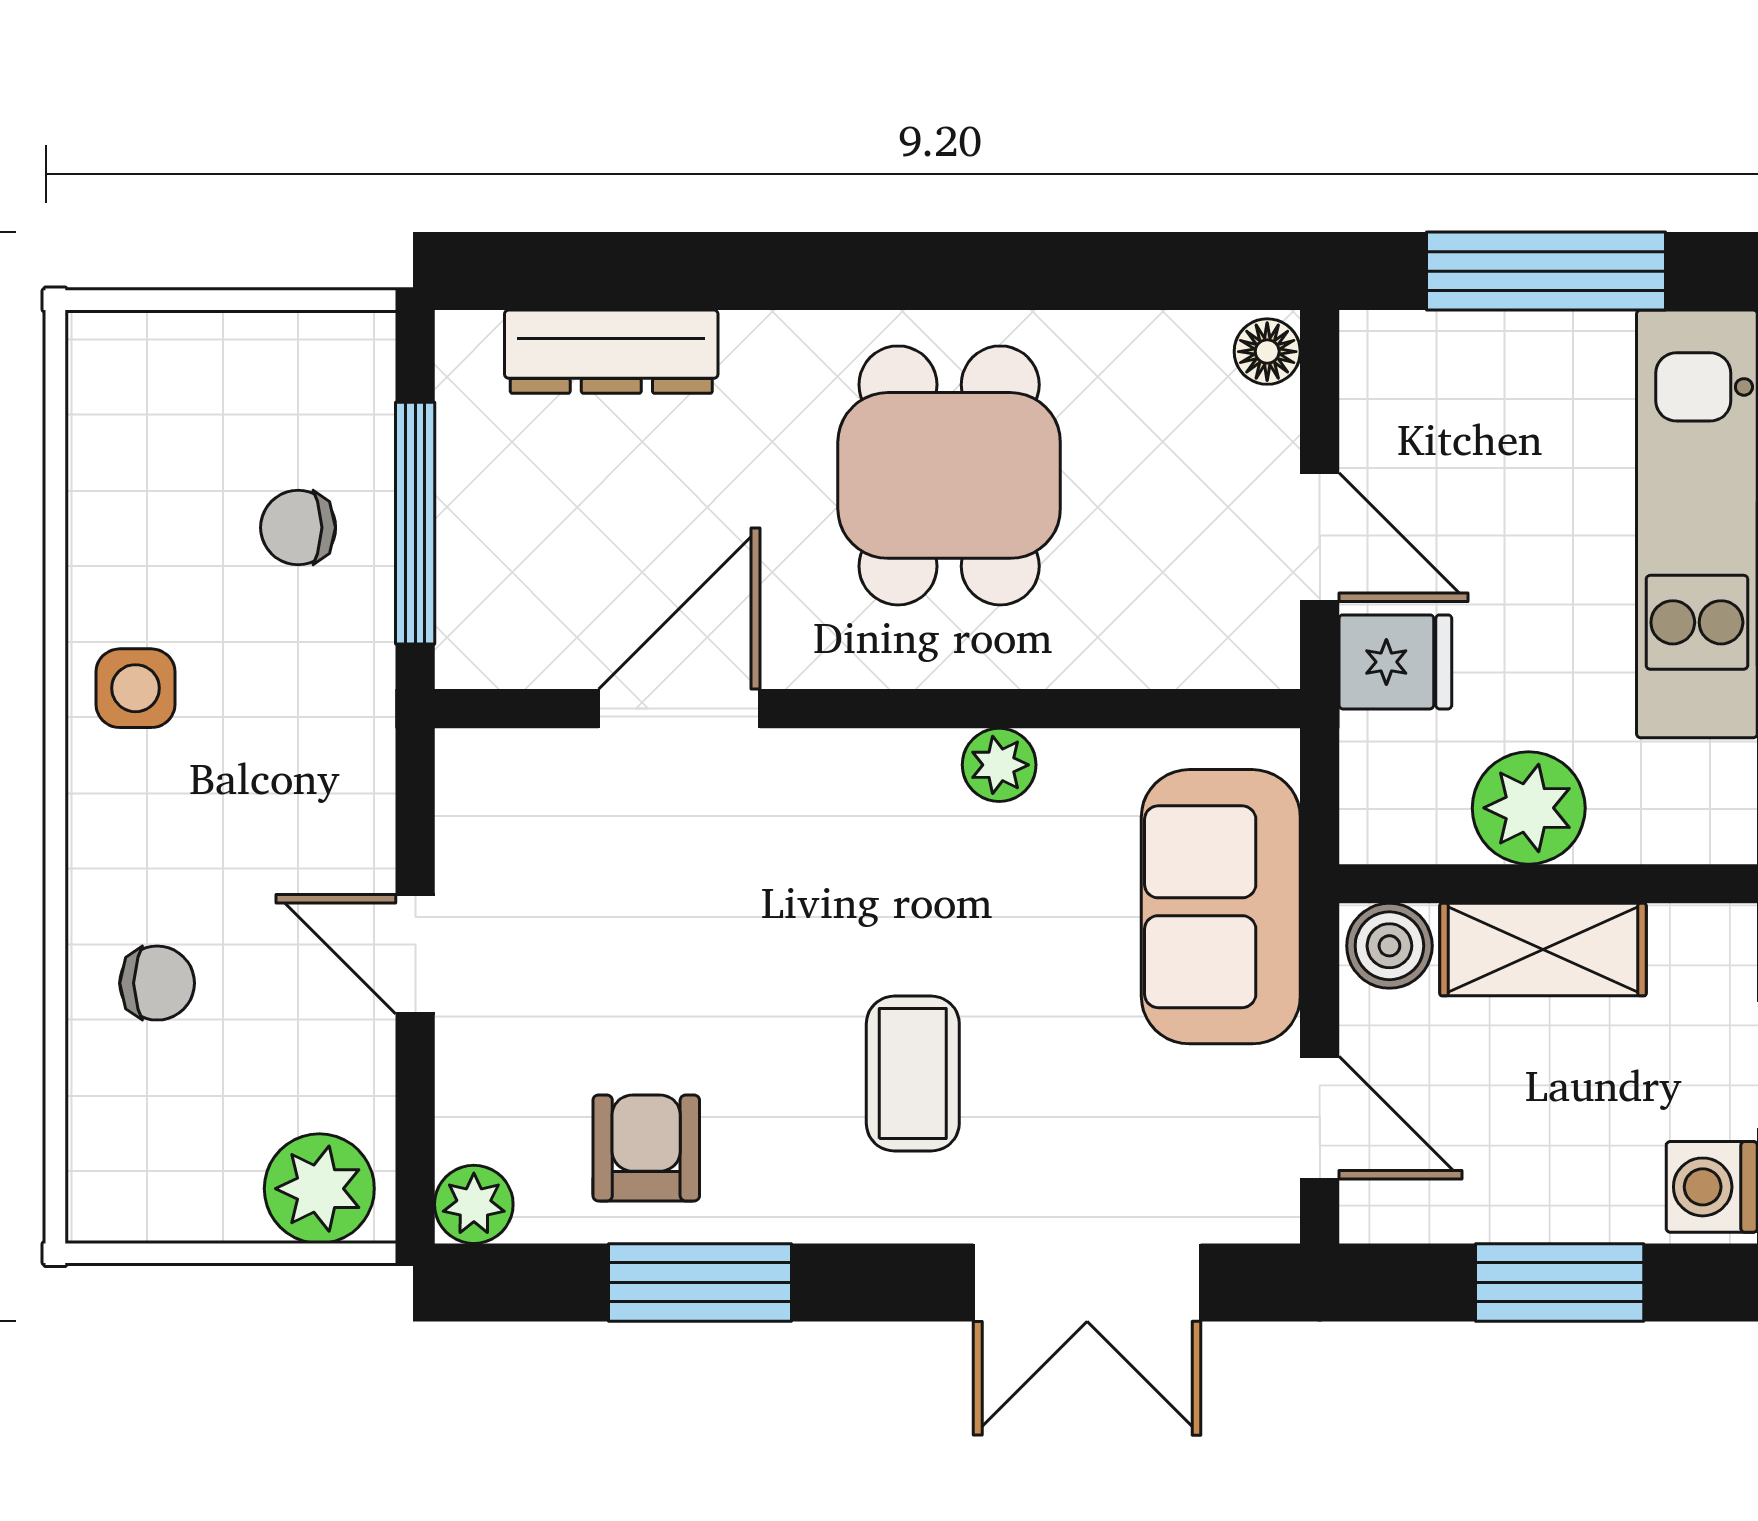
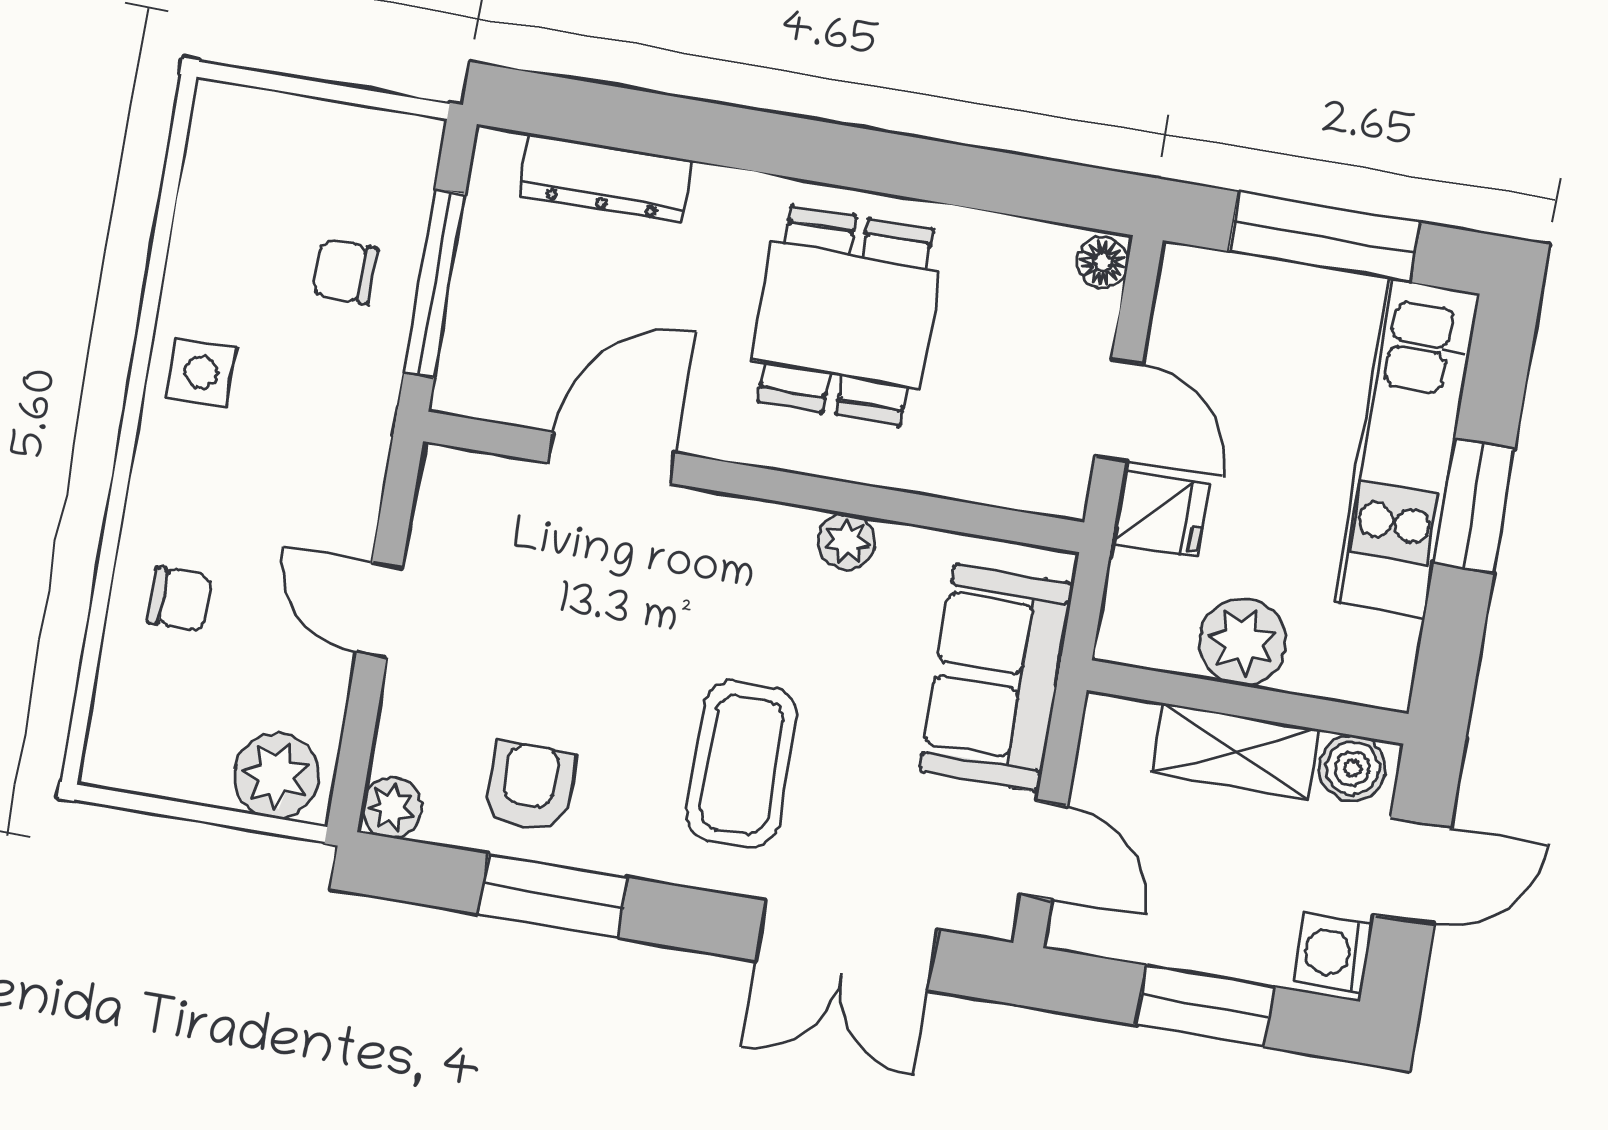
boiler: (1389, 946) -> (1352, 768), moved
coffee table: (913, 1074) -> (741, 765), width x1.36, depth x1.30

